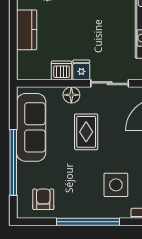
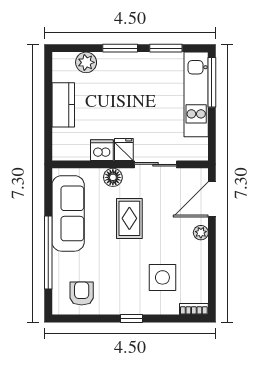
window: (88, 222) -> (131, 319), width x0.32

